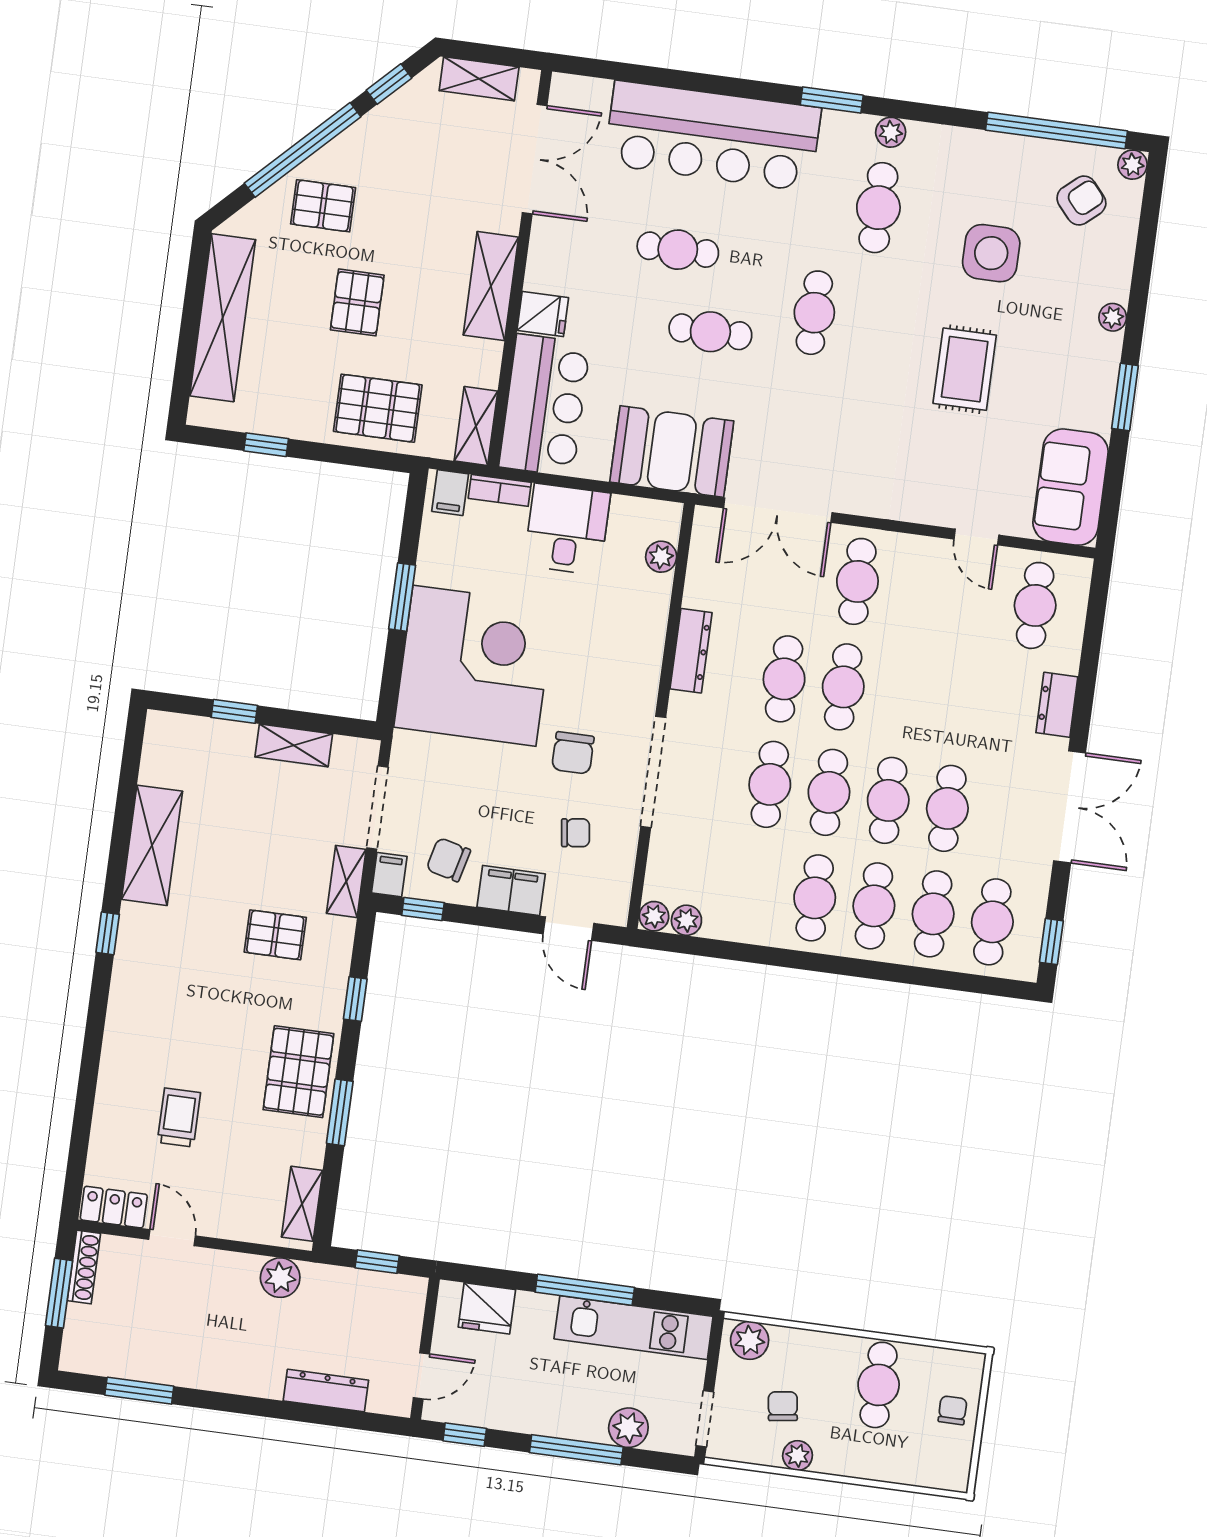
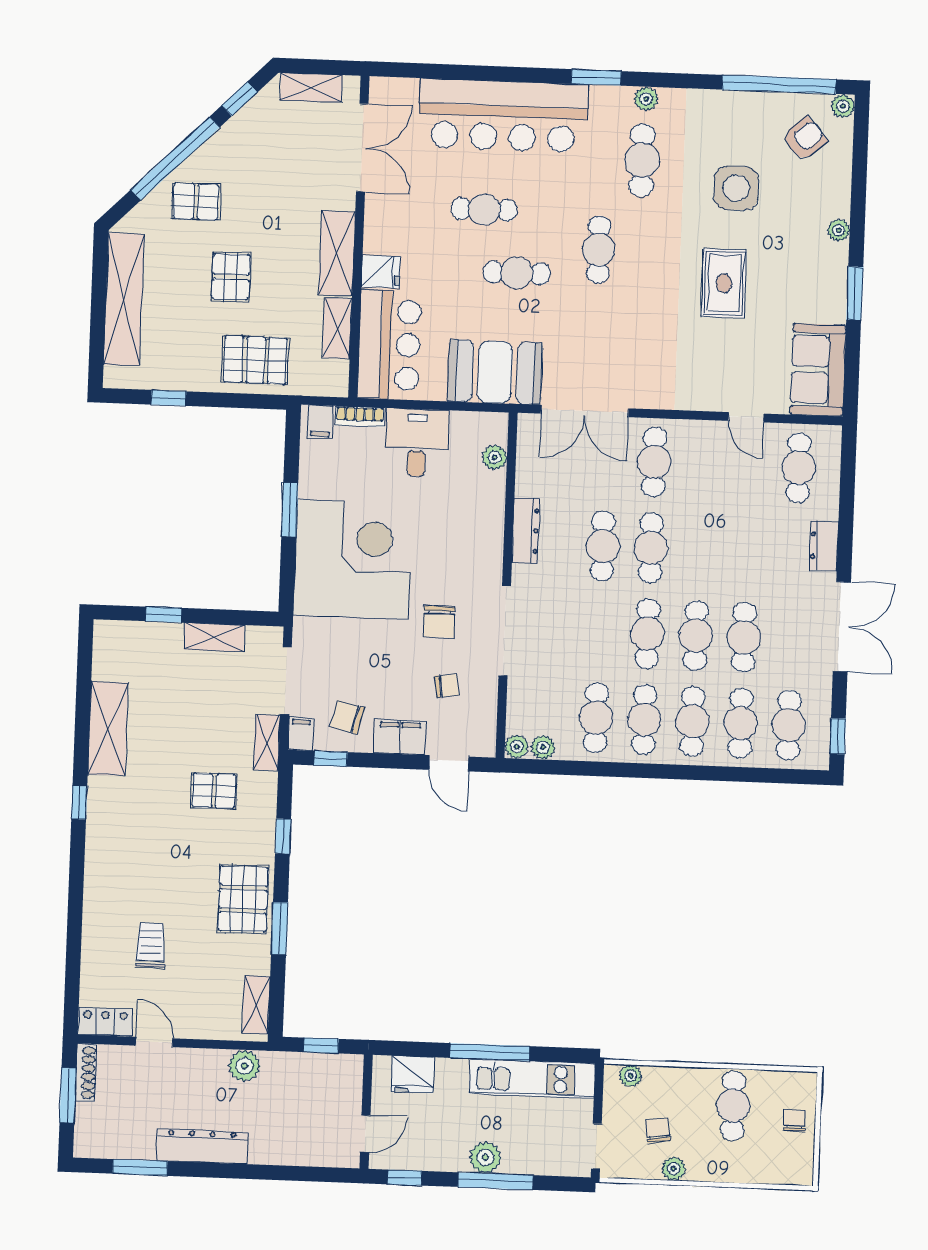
shelving: (476, 426) -> (337, 328), moved
cafe table: (770, 784) -> (596, 718), moved
plant: (750, 1340) -> (631, 1076), width x0.73, depth x0.73
dresser: (326, 1391) -> (202, 1146), moved, width x1.37, depth x1.24
plant: (628, 1428) -> (485, 1157), moved

